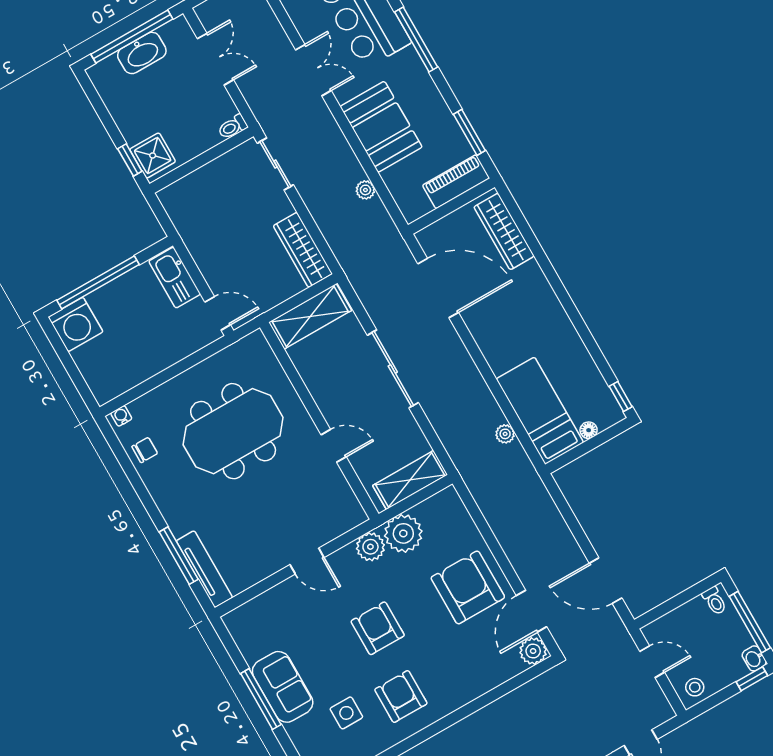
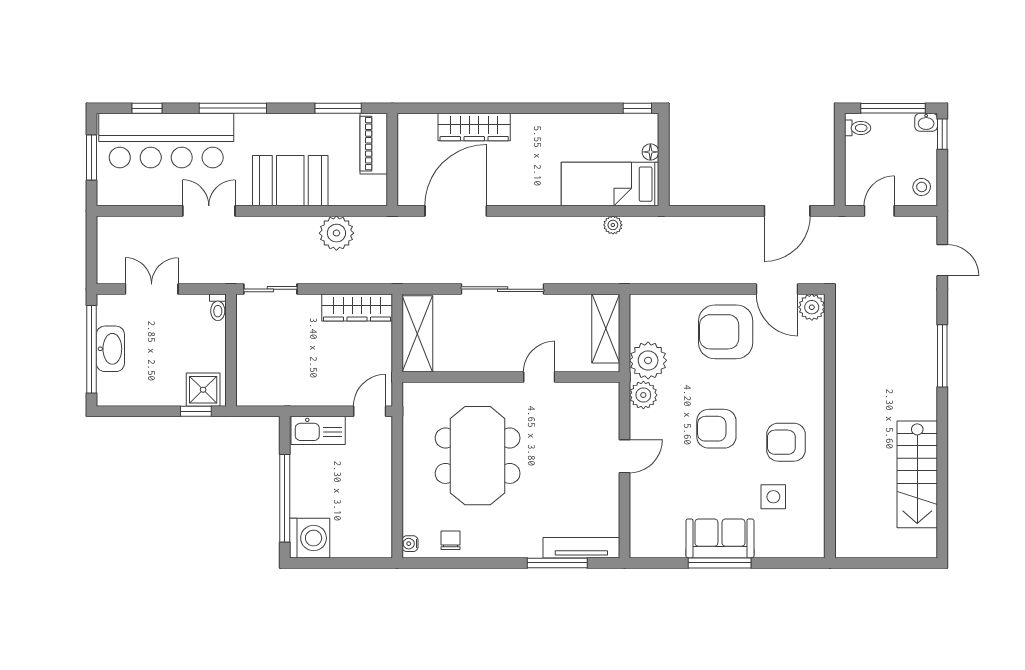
plant: (365, 190) -> (336, 233), width x1.87, depth x1.87
wardrobe: (504, 231) -> (474, 127), moved

